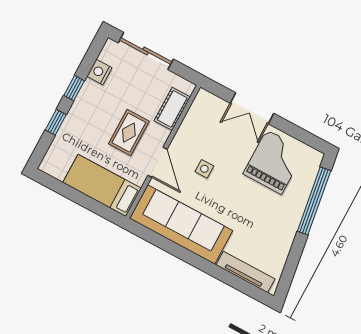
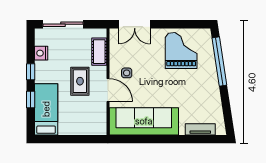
double door: (252, 108) -> (135, 24), moved
side table: (204, 169) -> (127, 73), moved
bed: (102, 185) -> (46, 109), moved, turned 90
tv unit: (245, 272) -> (200, 129), width x0.71

